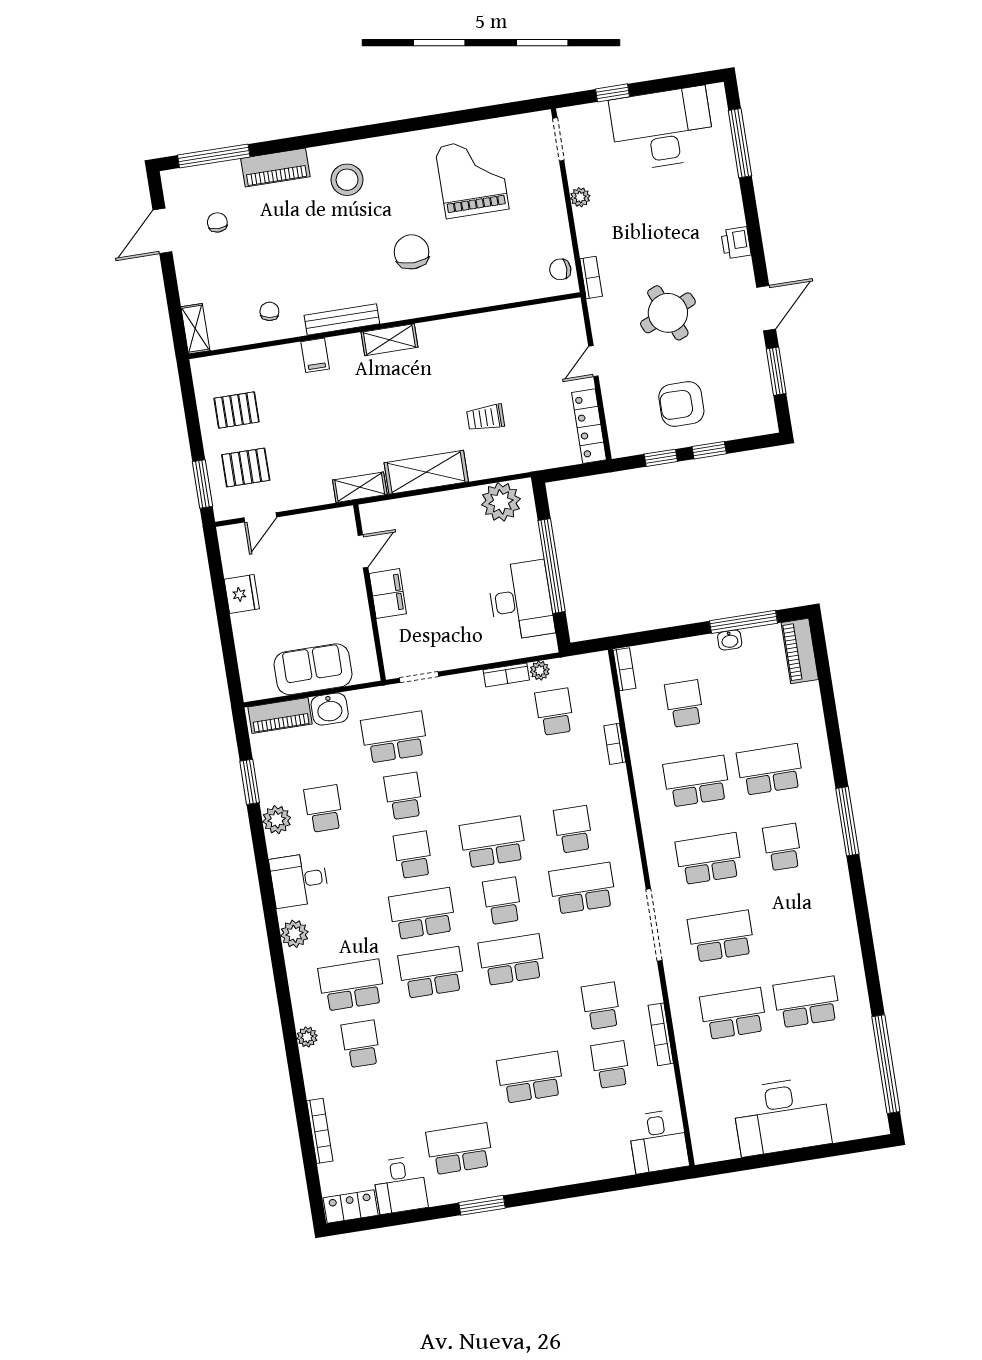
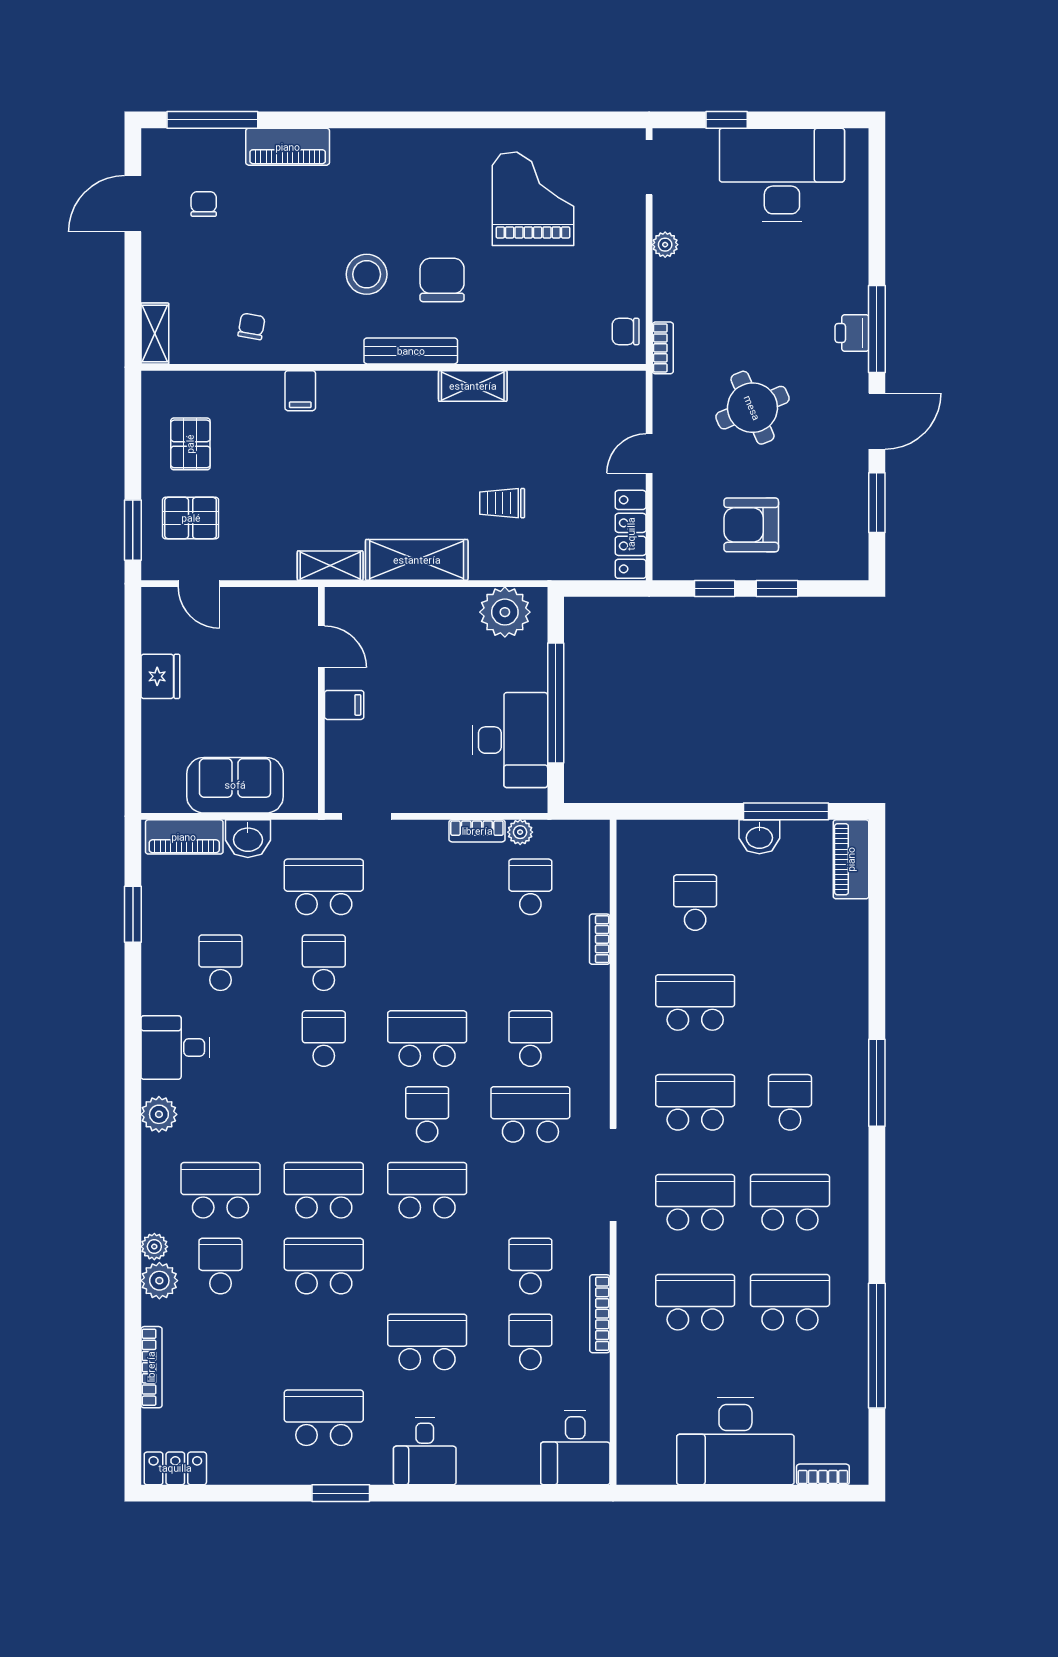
window: (740, 143) -> (877, 329), moved
stool: (347, 180) -> (367, 274), moved
bench: (342, 319) -> (411, 351), moved
shelving: (389, 340) -> (473, 386), moved
pallet: (237, 410) -> (190, 444), turned 90
door: (260, 517) -> (199, 584), hinge flipped
door: (363, 551) -> (321, 647), hinge flipped
filing cabinet: (388, 594) -> (344, 705), width x0.50
washbasin: (730, 640) -> (759, 837), width x1.38, depth x1.45
bookcase: (624, 669) -> (823, 1474), moved, turned -90
school desk: (770, 770) -> (790, 1202), moved
plant: (277, 820) -> (159, 1281), moved
school desk: (422, 914) -> (324, 1266), moved
window: (886, 1064) -> (877, 1346), moved
desk: (400, 1185) -> (425, 1451), moved

